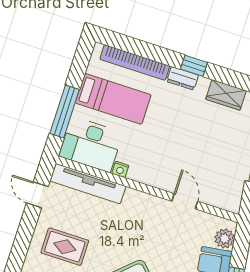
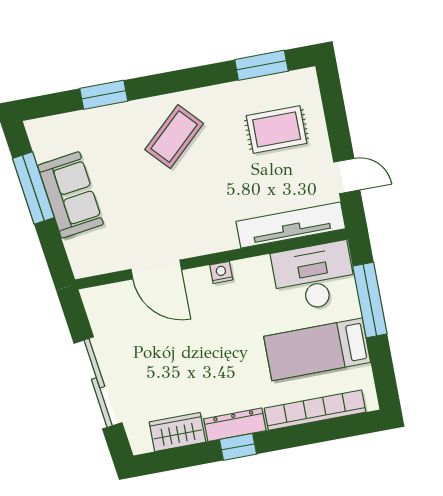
dresser: (183, 78) -> (235, 425), width x1.44
nightstand: (120, 169) -> (221, 272), moved
door: (185, 201) -> (156, 269), width x1.38
plant: (225, 239) -> (80, 250), removed

